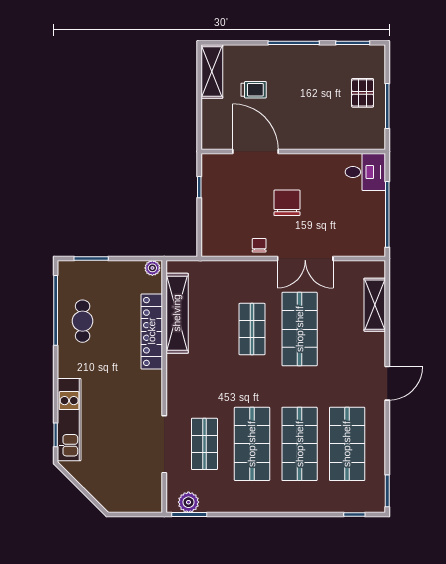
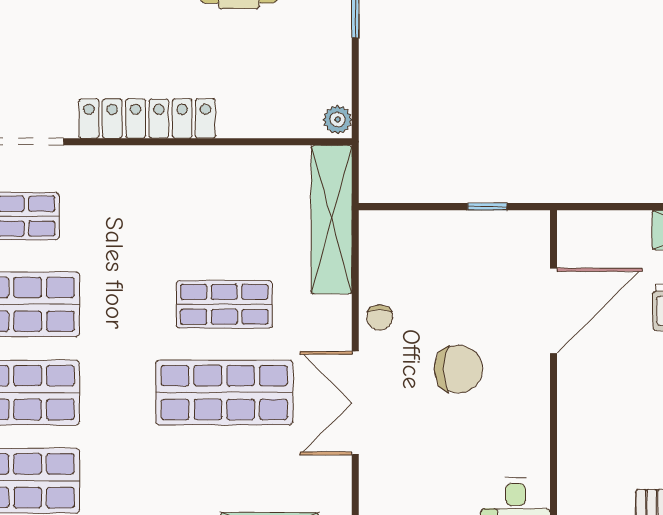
chair: (259, 245) -> (380, 318), turned 90
shelving: (177, 313) -> (332, 220), moved, turned 90
locker: (152, 331) -> (147, 118), moved

